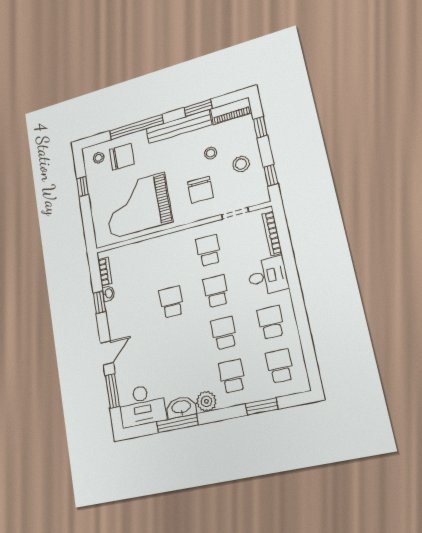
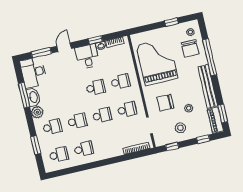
window: (198, 108) -> (223, 113), moved
school desk: (165, 262) -> (120, 82), added
desk: (268, 276) -> (87, 56), moved, turned 180
door: (107, 353) -> (64, 47), swing flipped

